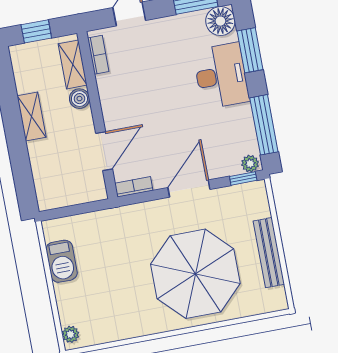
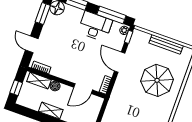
desk: (221, 76) -> (95, 26), moved
door: (104, 151) -> (83, 89), swing flipped
parasol: (195, 274) -> (157, 80), width x0.73, depth x0.73

